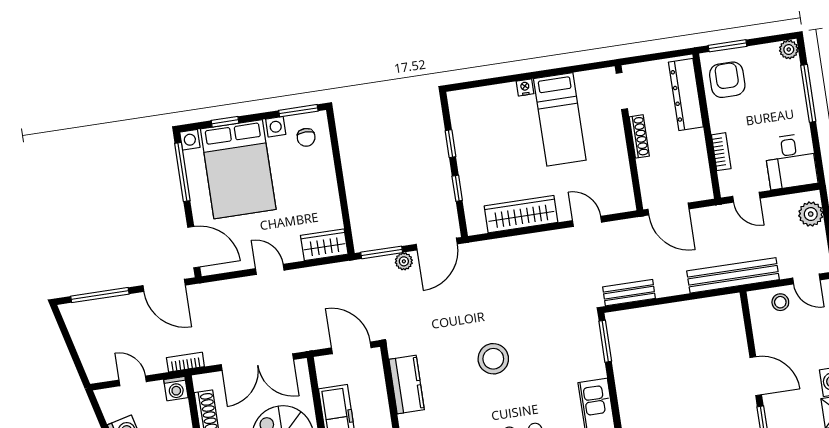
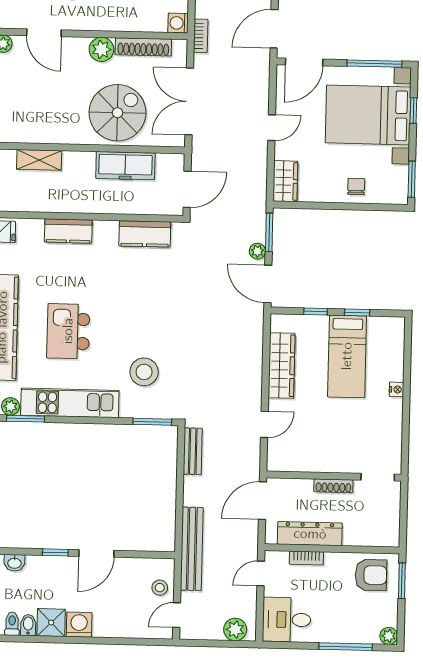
dresser: (686, 94) -> (310, 534), moved
bed: (560, 119) -> (347, 356), moved, turned -90
chair: (306, 137) -> (356, 186), moved, turned 90
stool: (493, 359) -> (144, 372), moved

